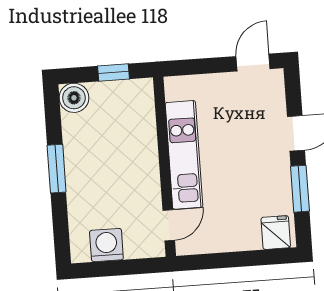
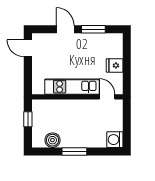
boiler: (74, 98) -> (52, 140), moved
fridge: (276, 233) -> (115, 65), moved
washing machine: (106, 245) -> (115, 140), moved

